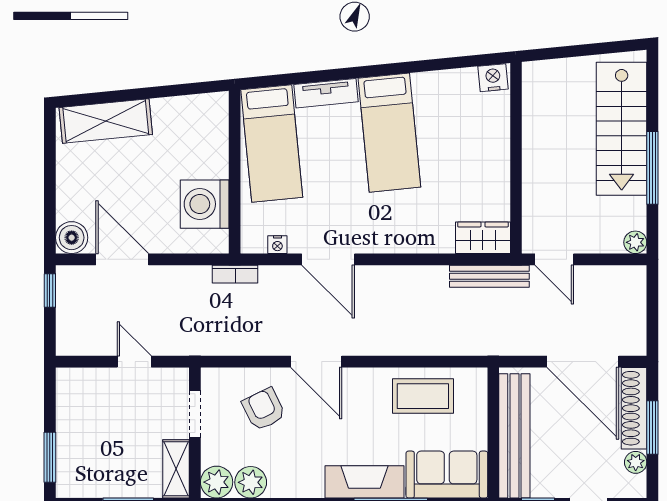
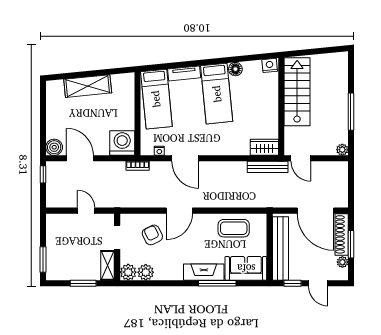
floor lamp: (426, 85) -> (235, 69), added
shelving: (106, 121) -> (88, 86), moved
stairs: (622, 129) -> (297, 92), moved, turned 180
washing machine: (205, 204) -> (122, 143), moved, turned 90
door: (316, 362) -> (179, 211), hinge flipped

